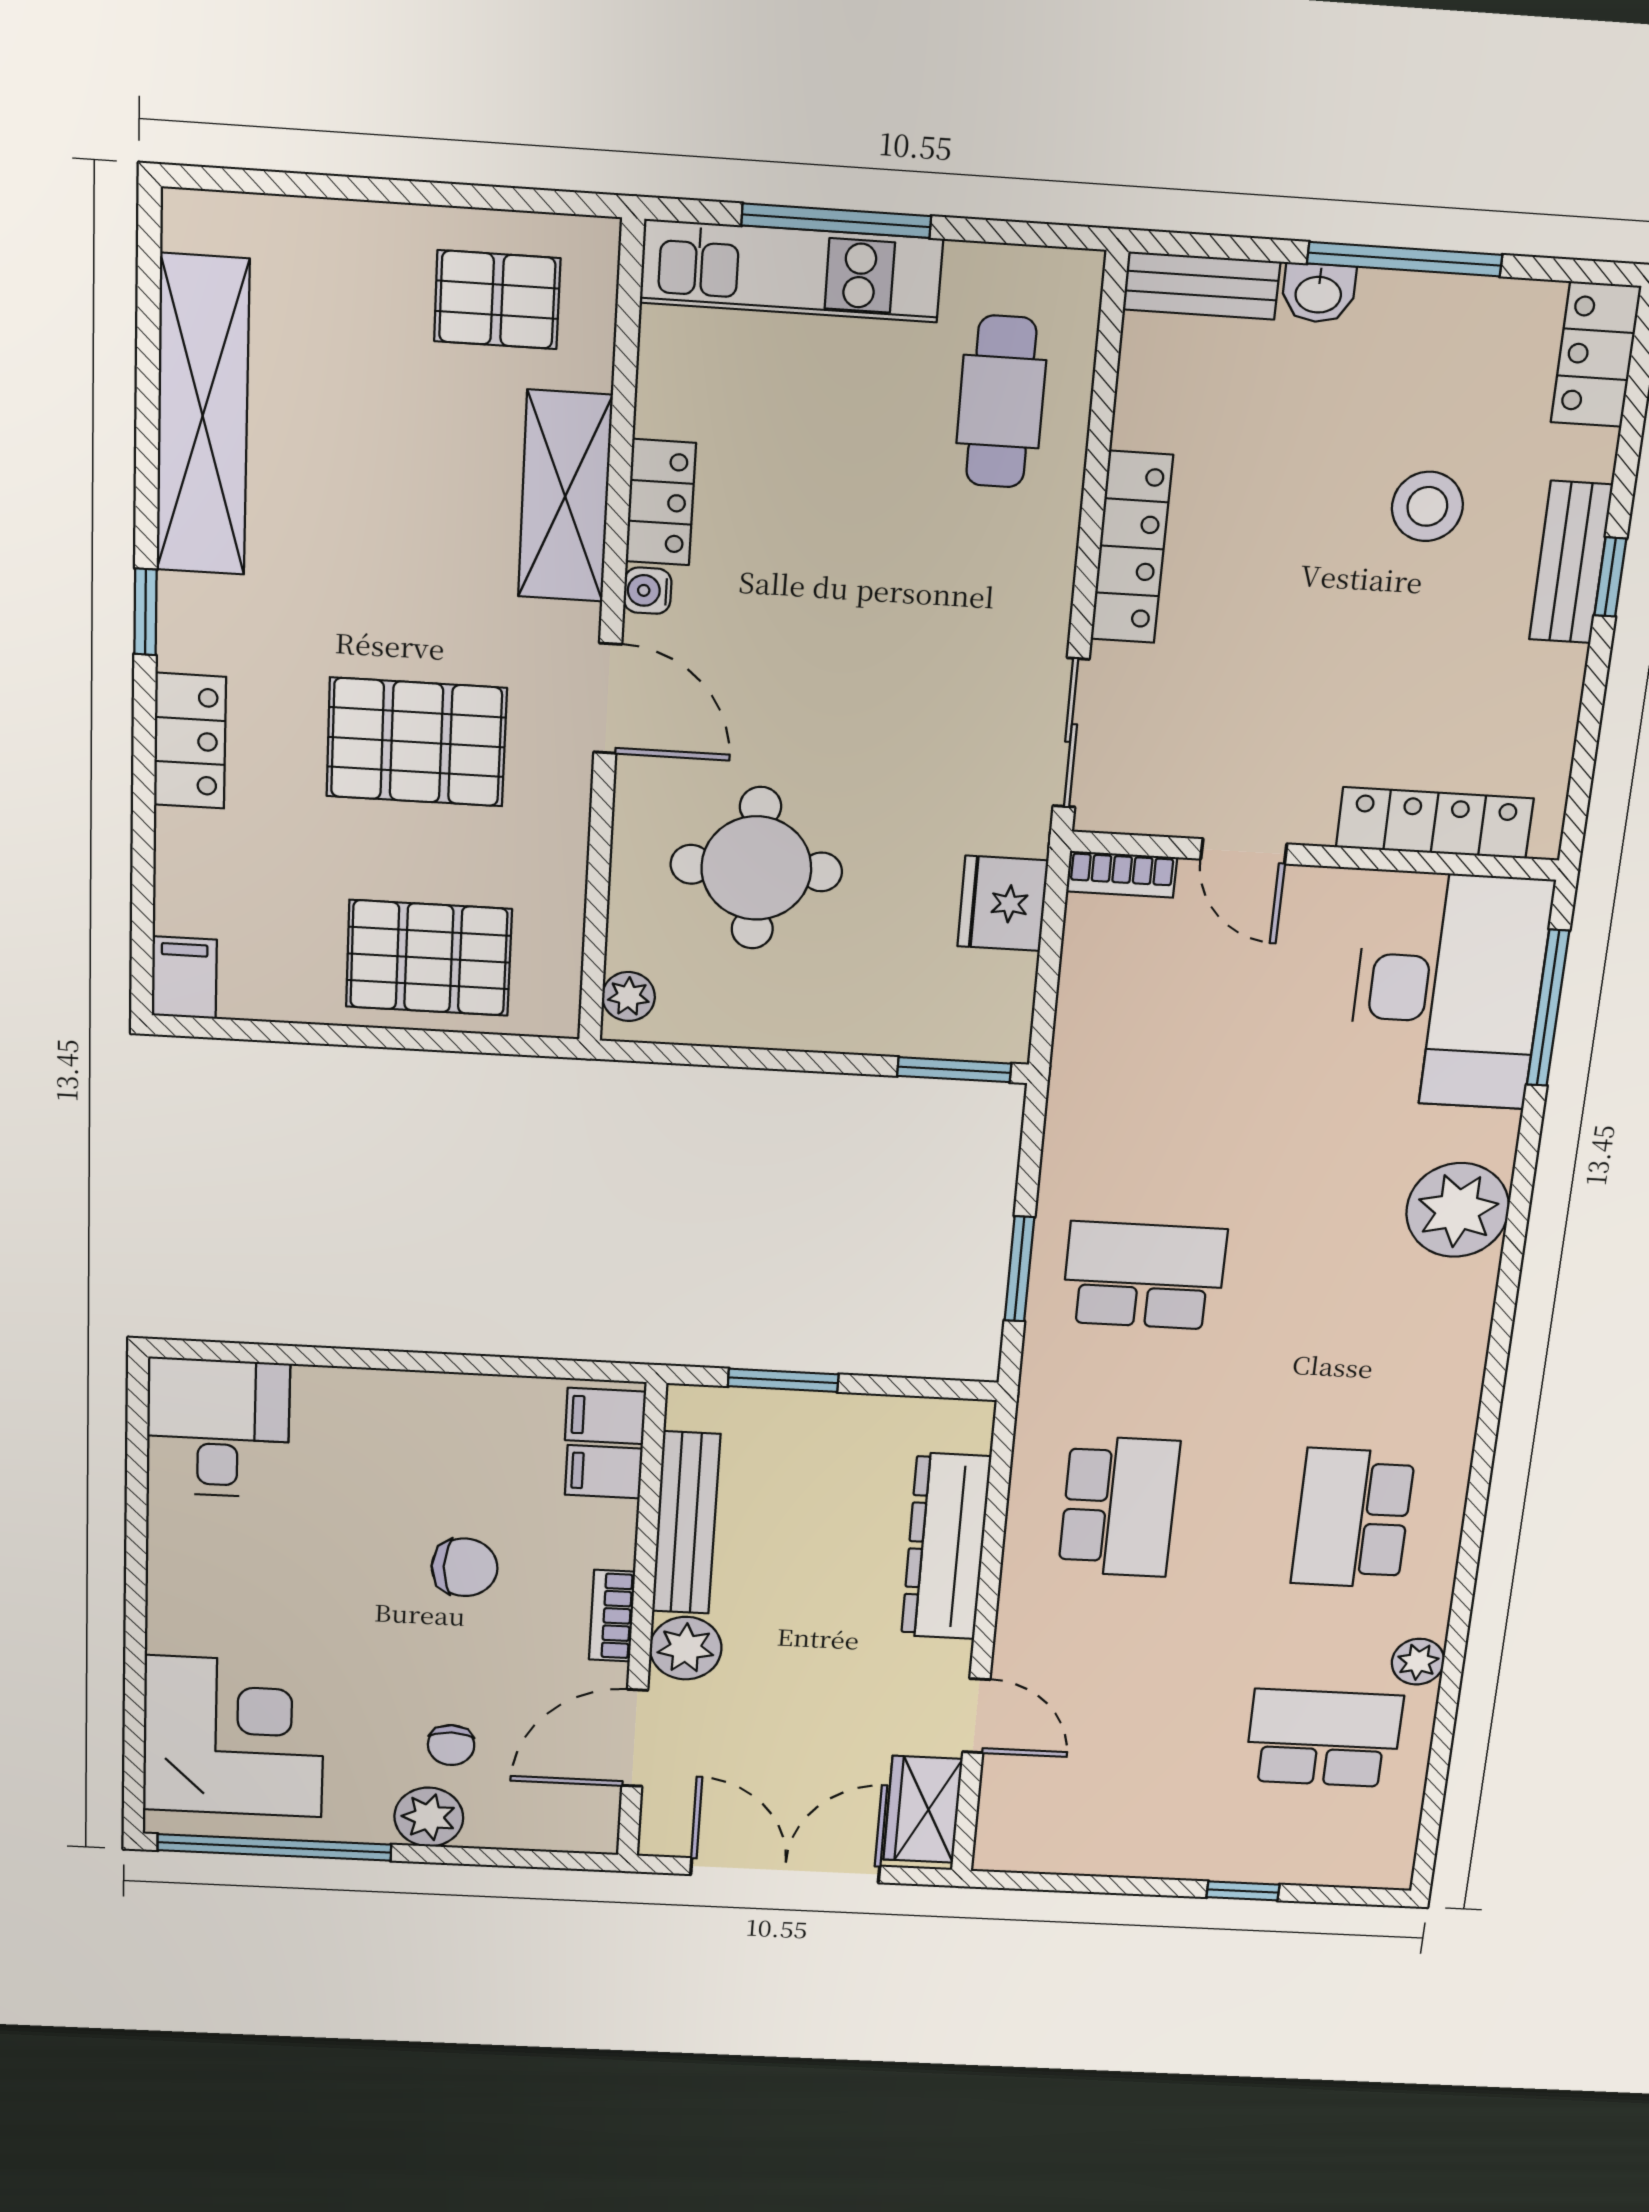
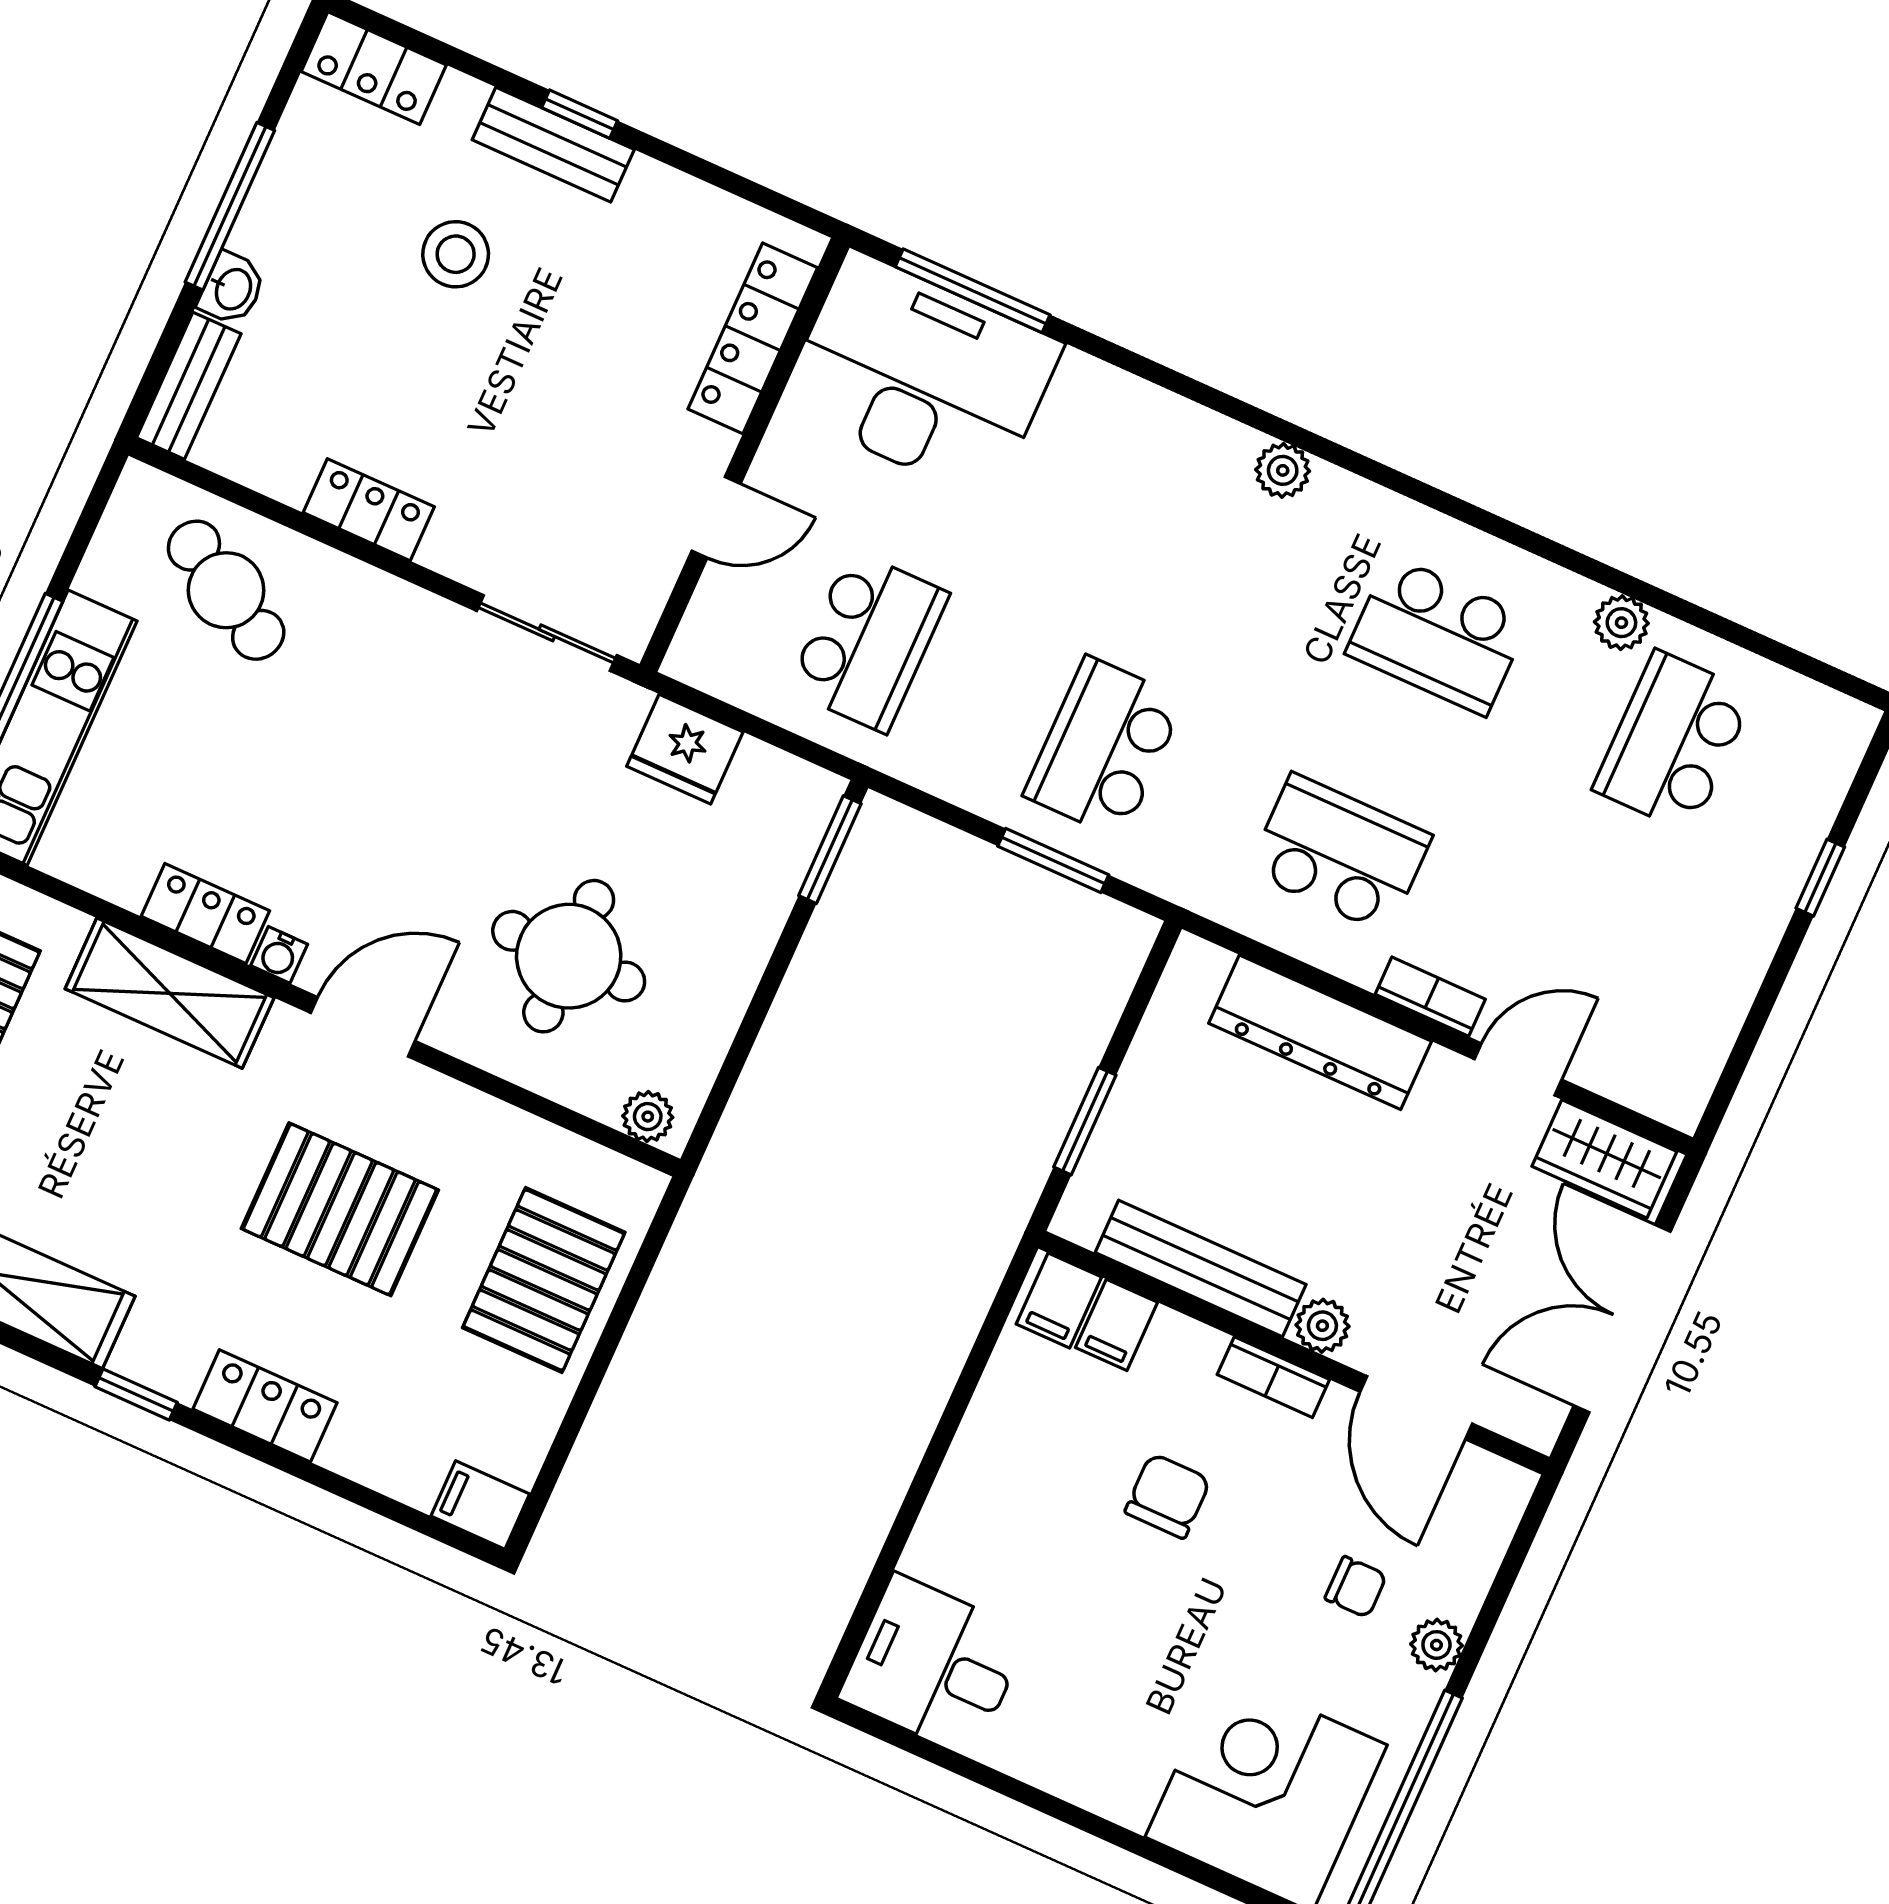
cafe table: (1001, 402) -> (226, 590), turned 30
locker: (1132, 547) -> (369, 510), width x0.66
pallet: (416, 742) -> (340, 1209), turned 90
bookcase: (1122, 874) -> (1430, 997), moved, turned -90
school desk: (1170, 1034) -> (868, 642), added
plant: (1458, 1210) -> (1283, 470), moved, width x0.53, depth x0.53
plant: (686, 1648) -> (1322, 1326), width x0.73, depth x0.73
plant: (429, 1817) -> (1436, 1645), width x0.73, depth x0.73

